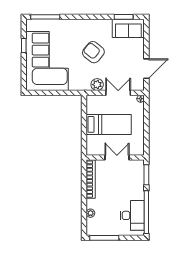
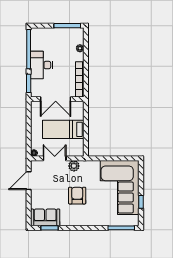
armchair: (93, 52) -> (77, 196), turned -129
double door: (118, 93) -> (55, 158), swing flipped
double door: (117, 158) -> (56, 99), width x1.37
desk: (132, 215) -> (41, 65), moved

